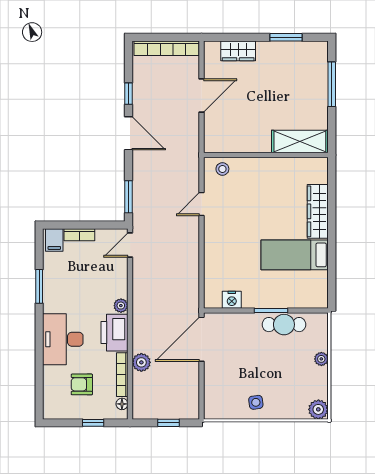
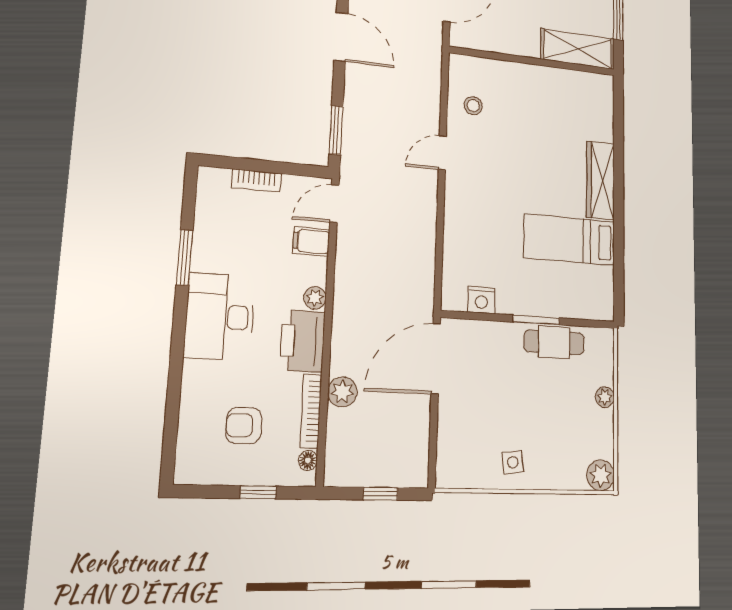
shelving: (300, 141) -> (578, 49), moved
wall: (266, 155) -> (533, 61), moved
filing cabinet: (54, 240) -> (311, 241), moved, turned 90
desk: (63, 339) -> (220, 317), moved

